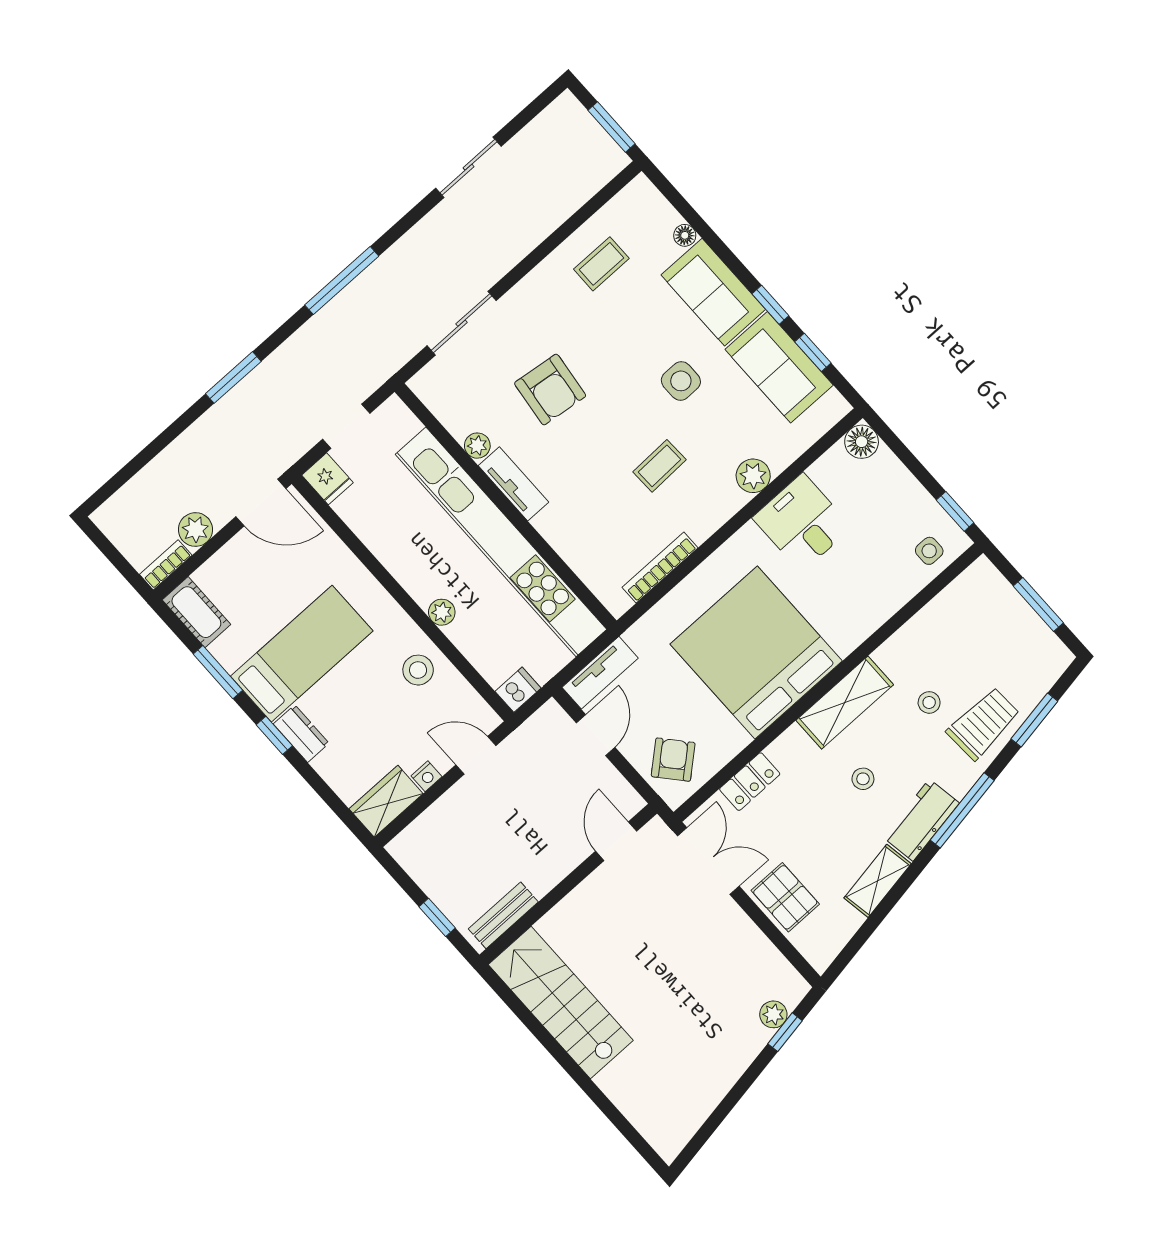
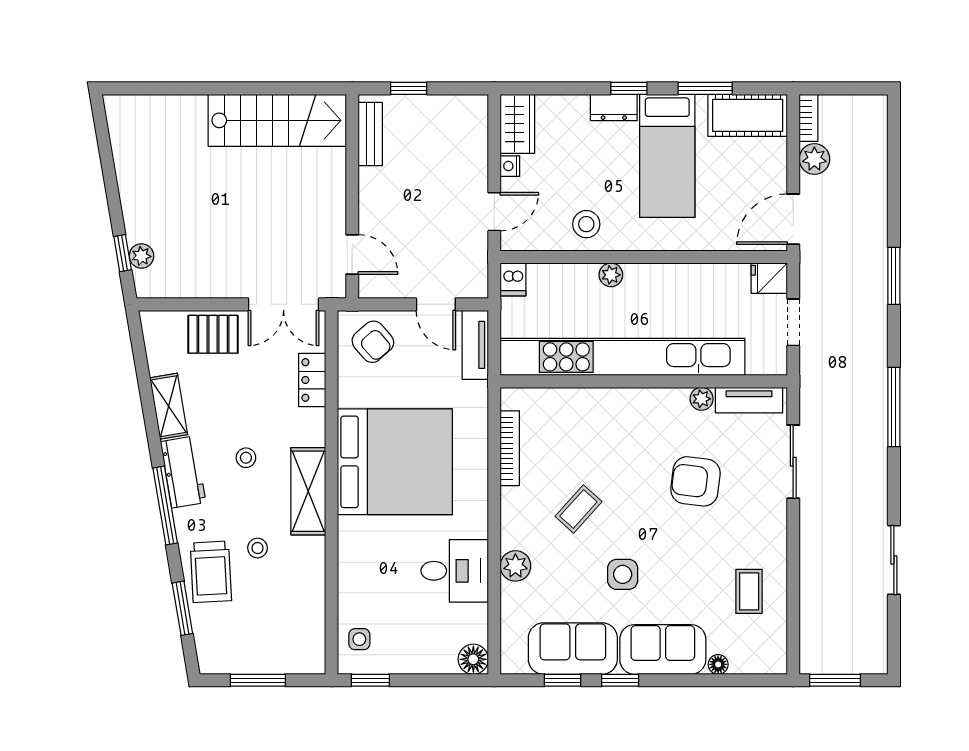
coffee table: (659, 466) -> (578, 509), turned 44
tv unit: (514, 484) -> (749, 400), moved
cot: (196, 612) -> (748, 115), width x1.37, depth x1.34

